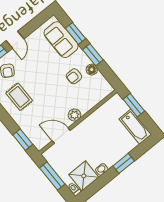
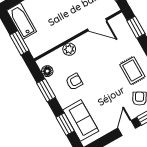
window: (93, 55) -> (46, 90), moved
floor lamp: (92, 70) -> (47, 71), moved
plant: (74, 115) -> (69, 49), moved

